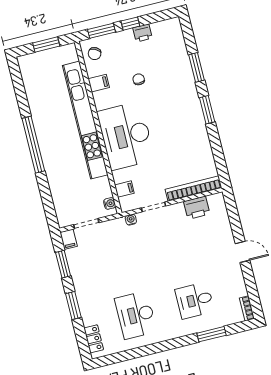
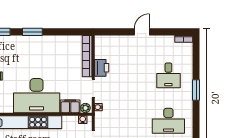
filing cabinet: (124, 189) -> (70, 106), width x2.00
plant: (126, 203) -> (85, 108), added
printer: (197, 208) -> (102, 68), moved
window: (211, 334) -> (196, 90), moved

